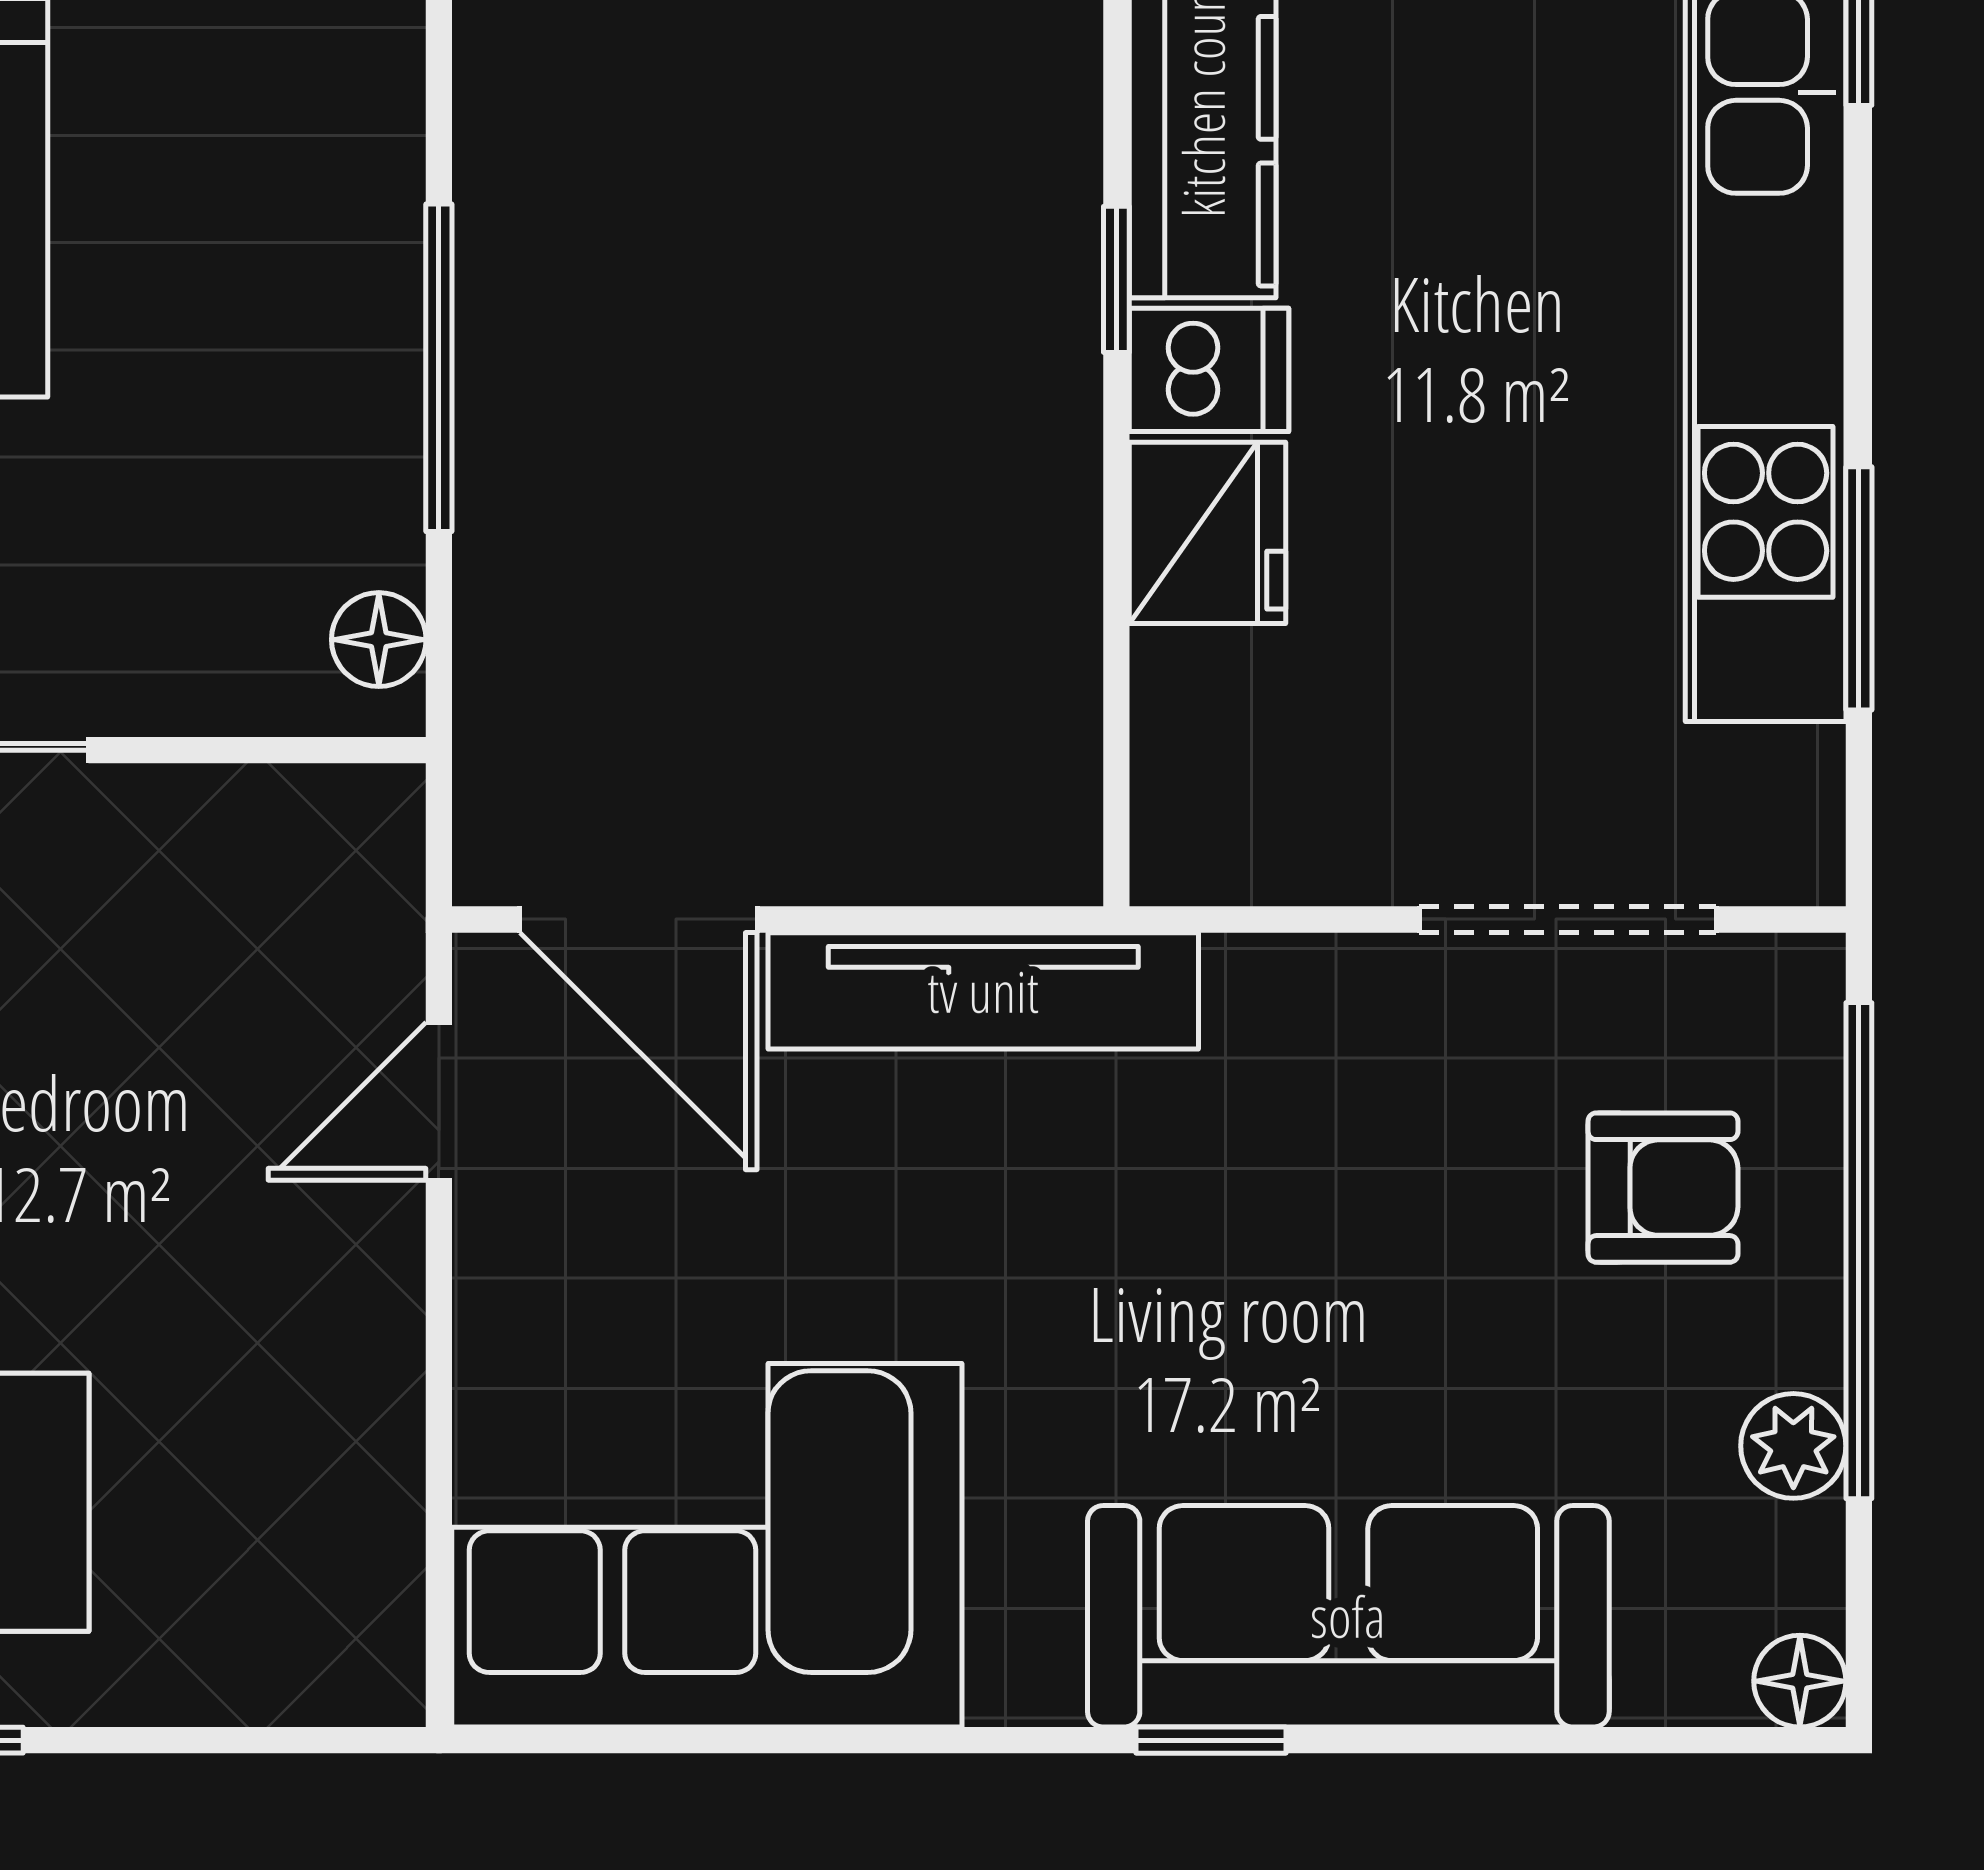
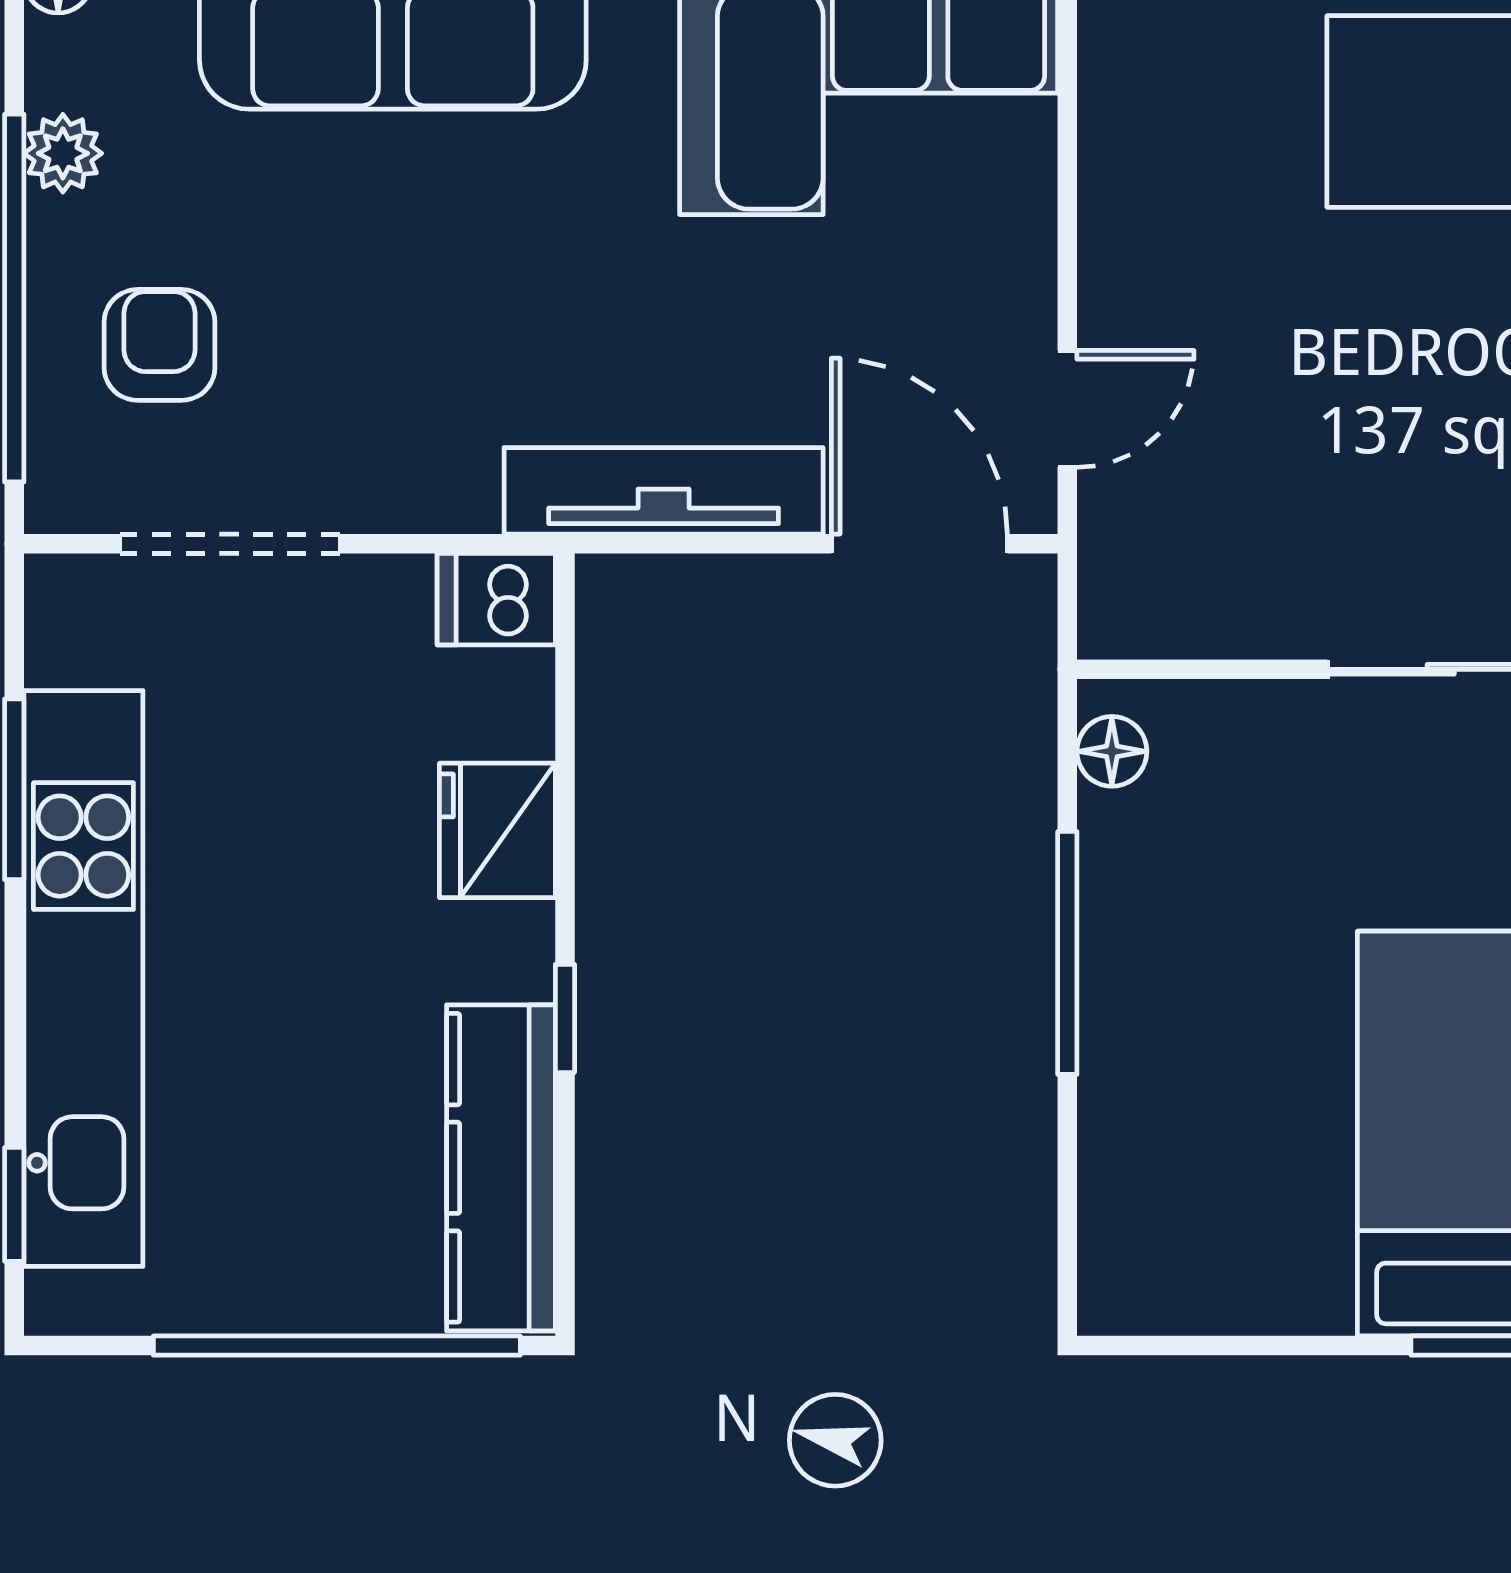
dishwasher: (1209, 370) -> (496, 599), moved
armchair: (1663, 1188) -> (159, 345), turned 90

